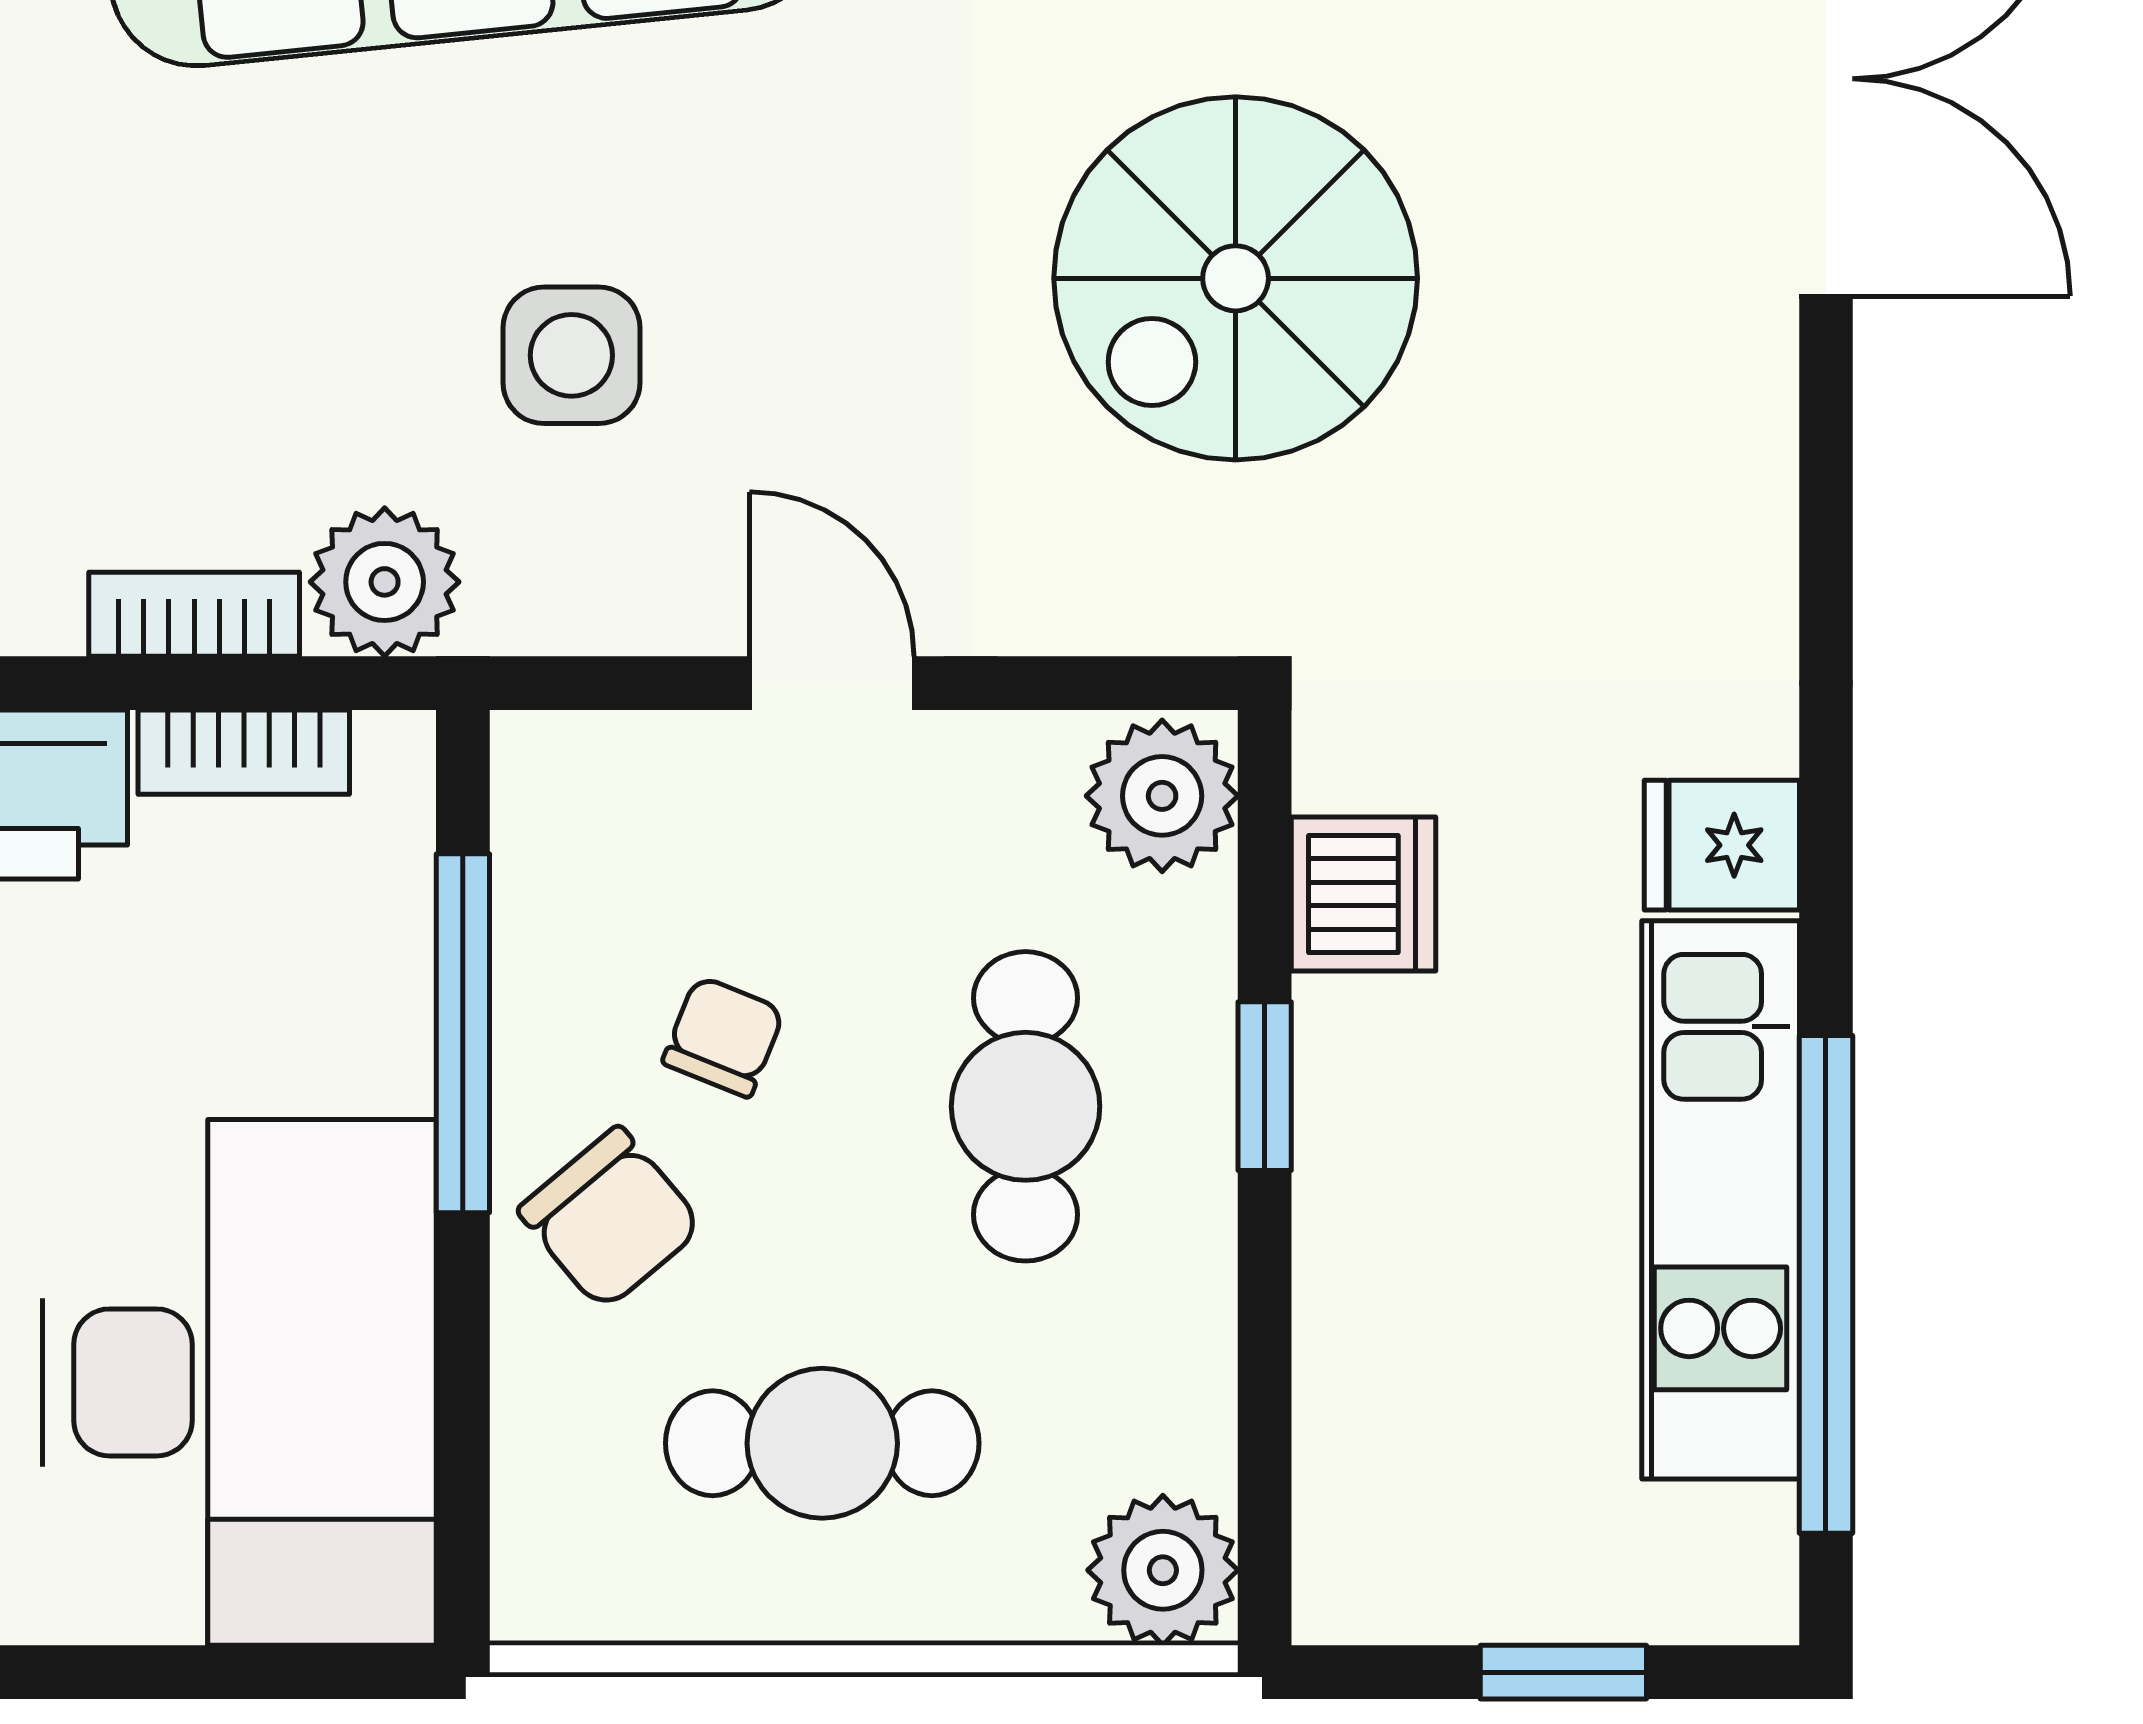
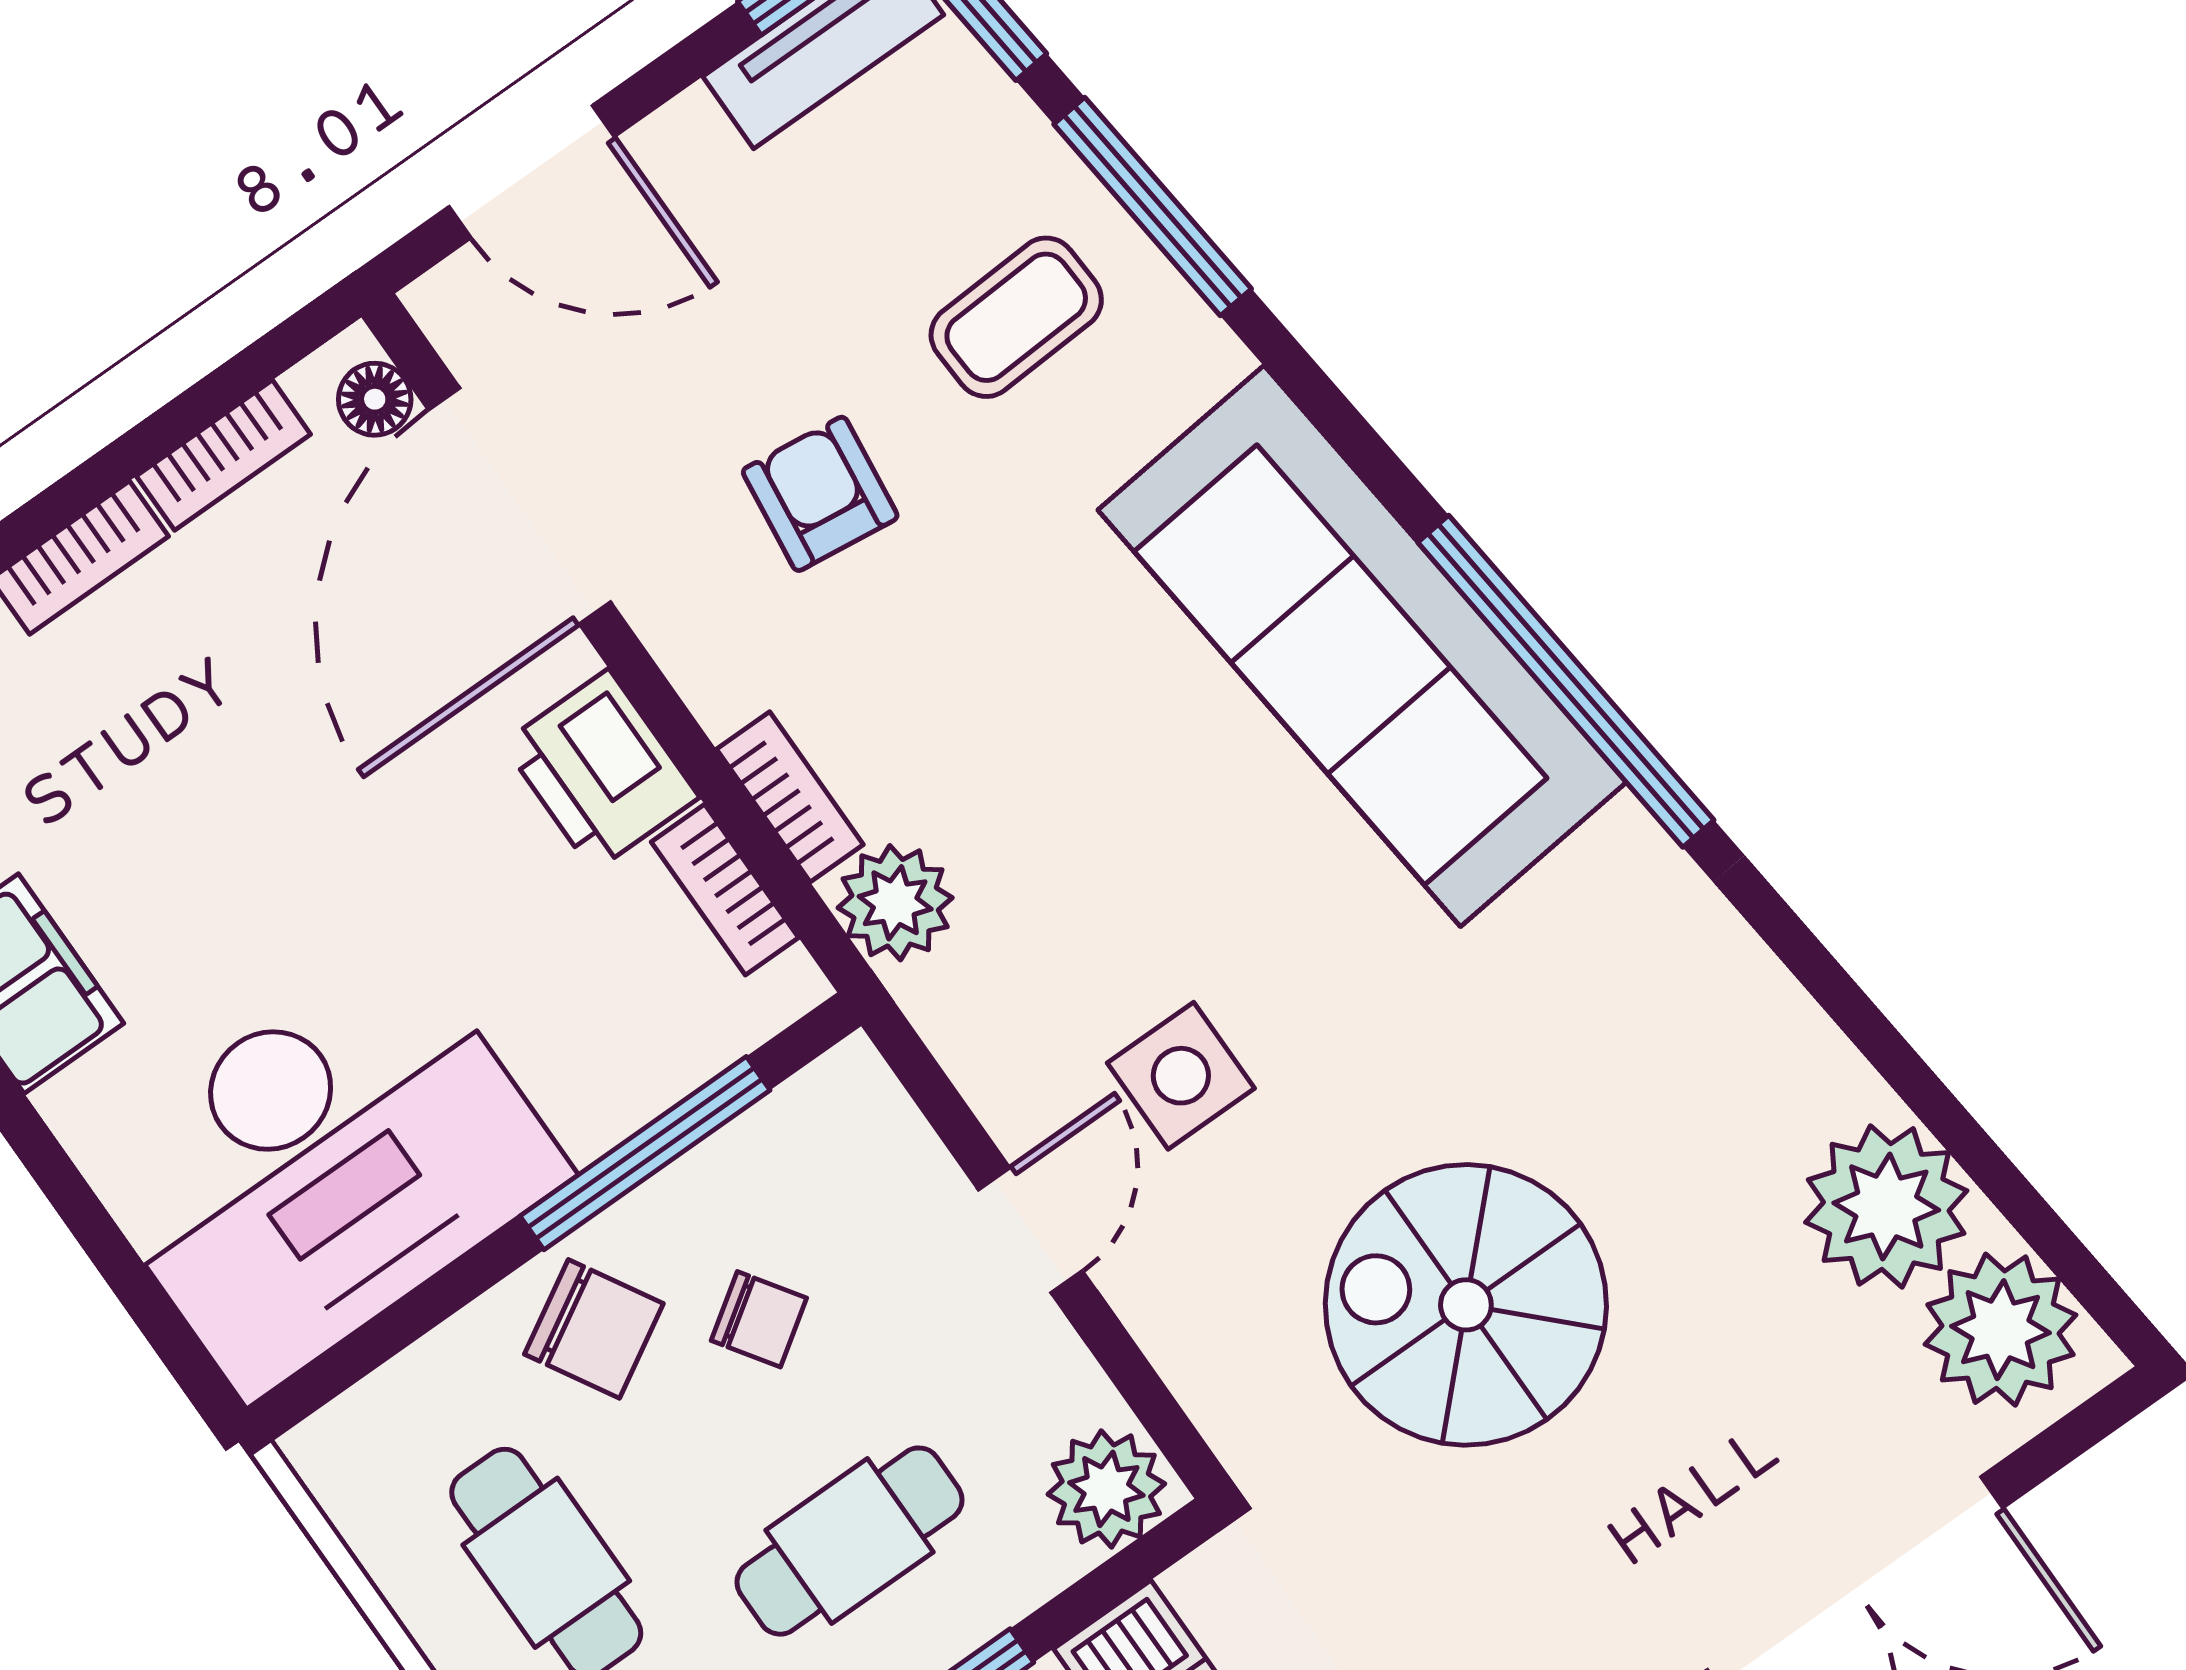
side table: (571, 355) -> (1181, 1076), moved
chair: (723, 1037) -> (759, 1319), turned 34
chair: (610, 1218) -> (594, 1329), turned -80

